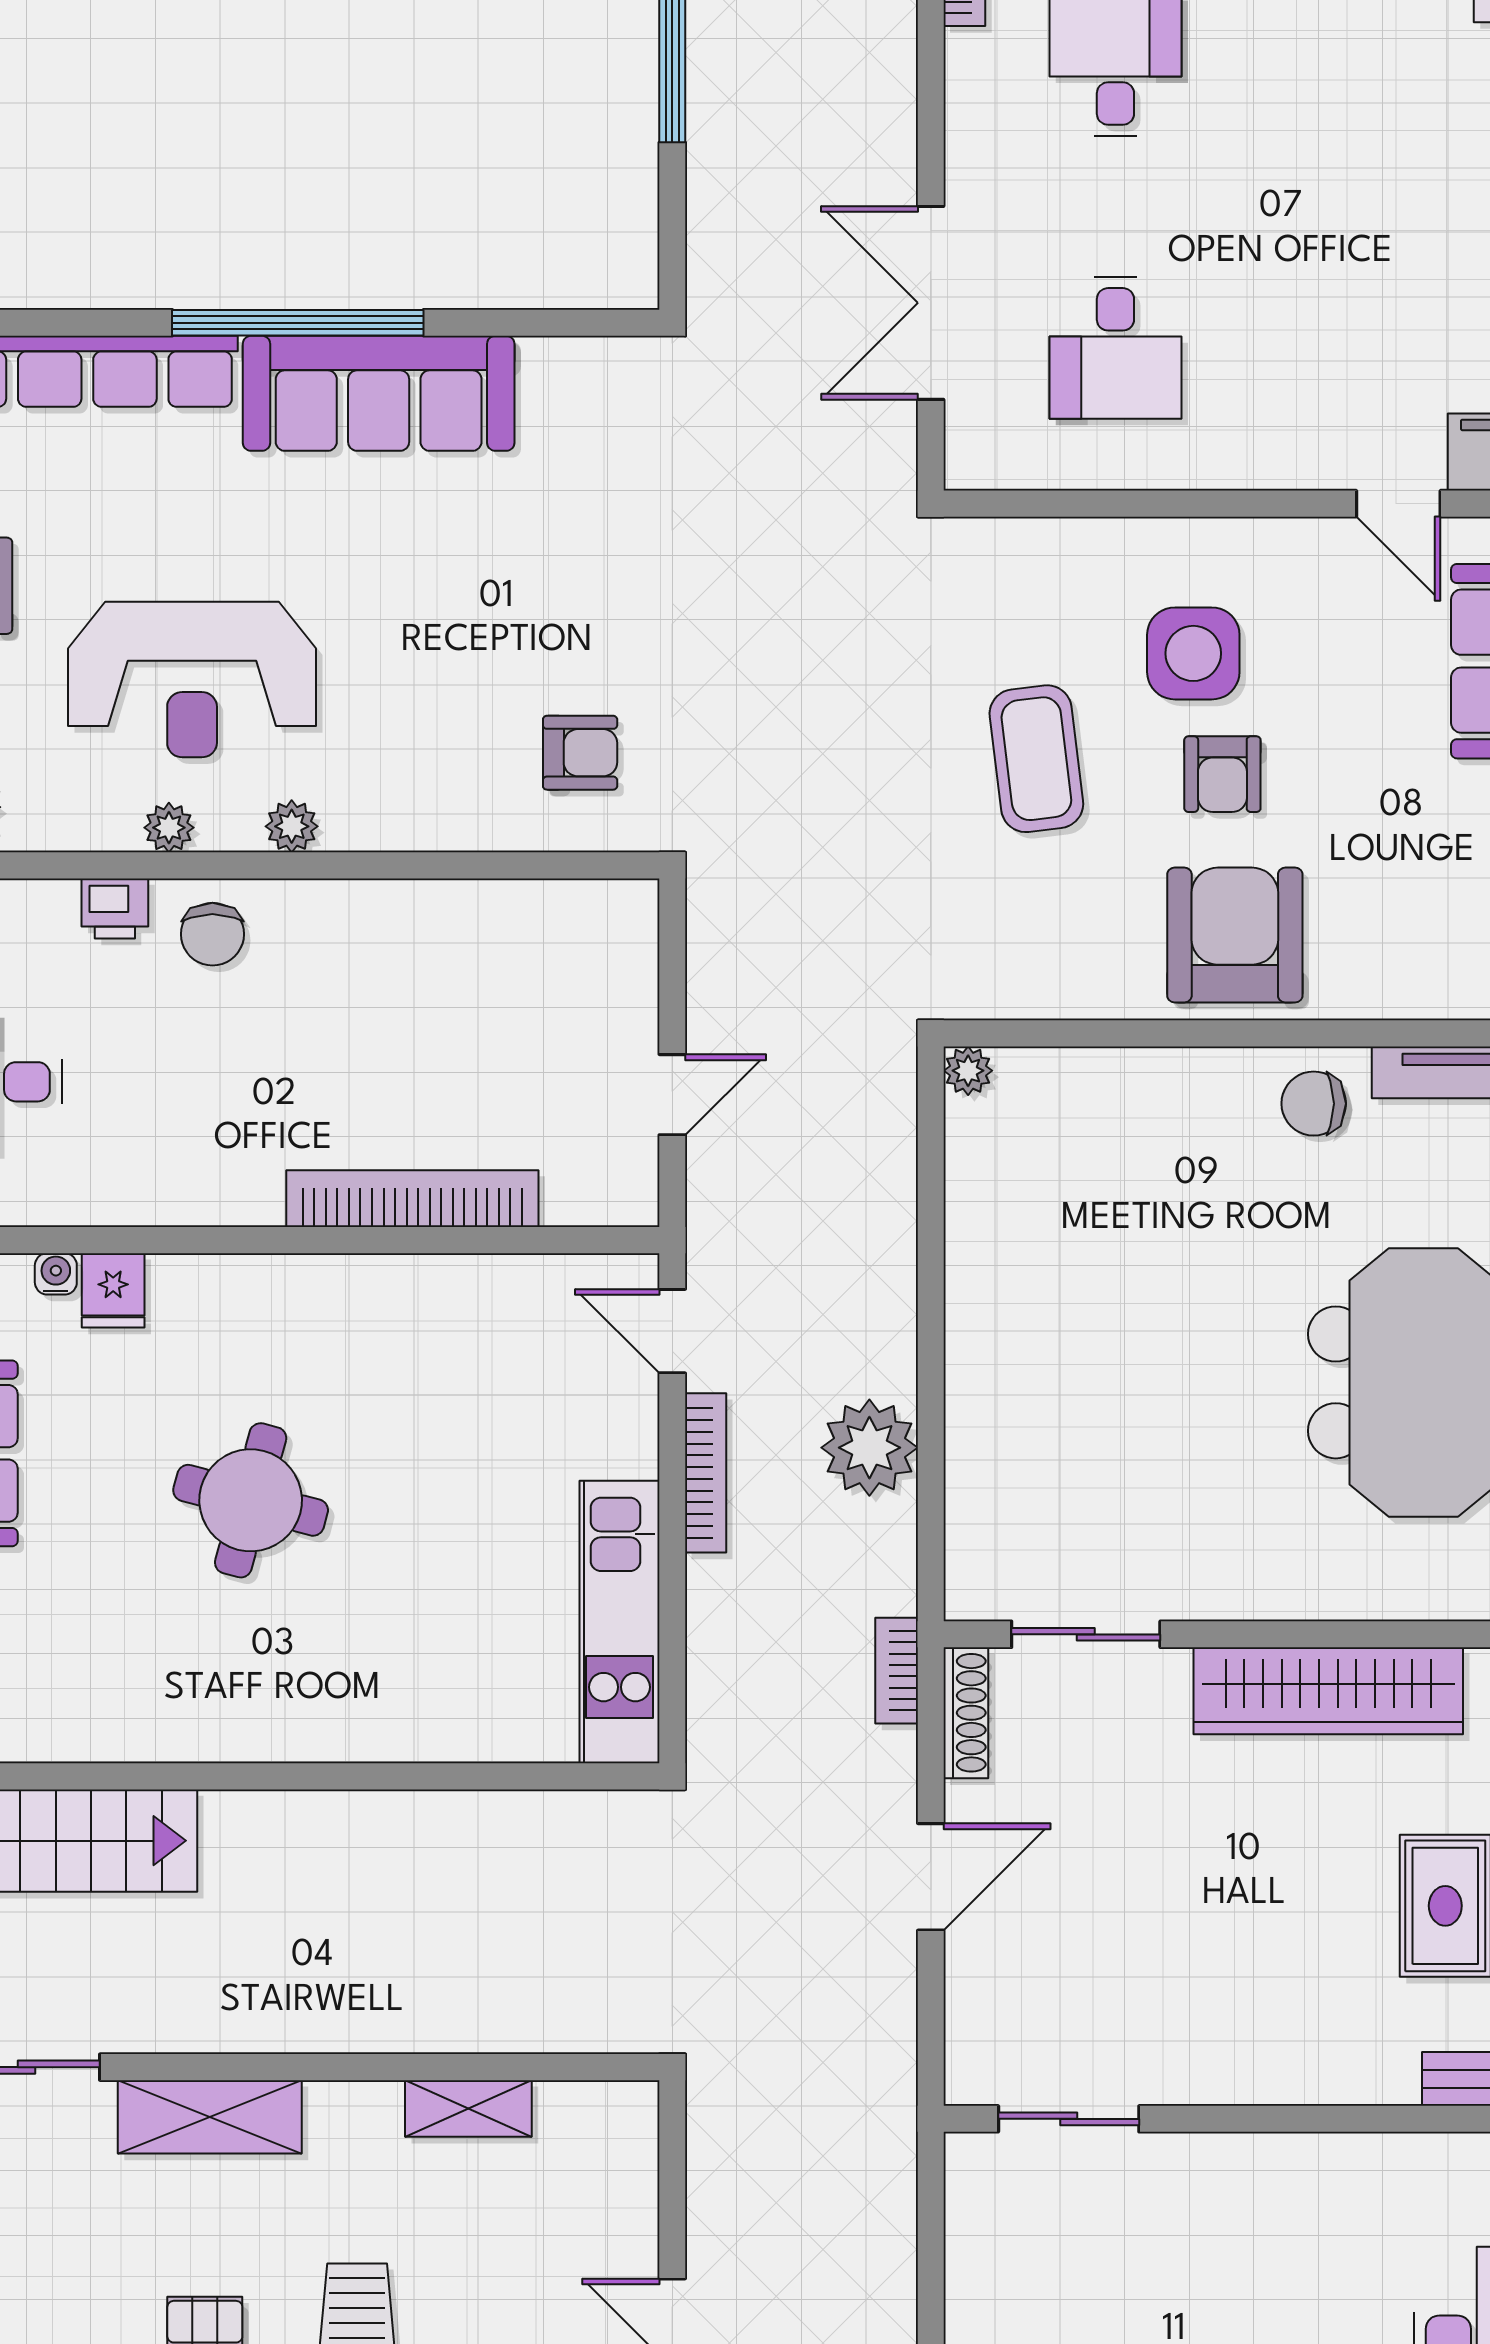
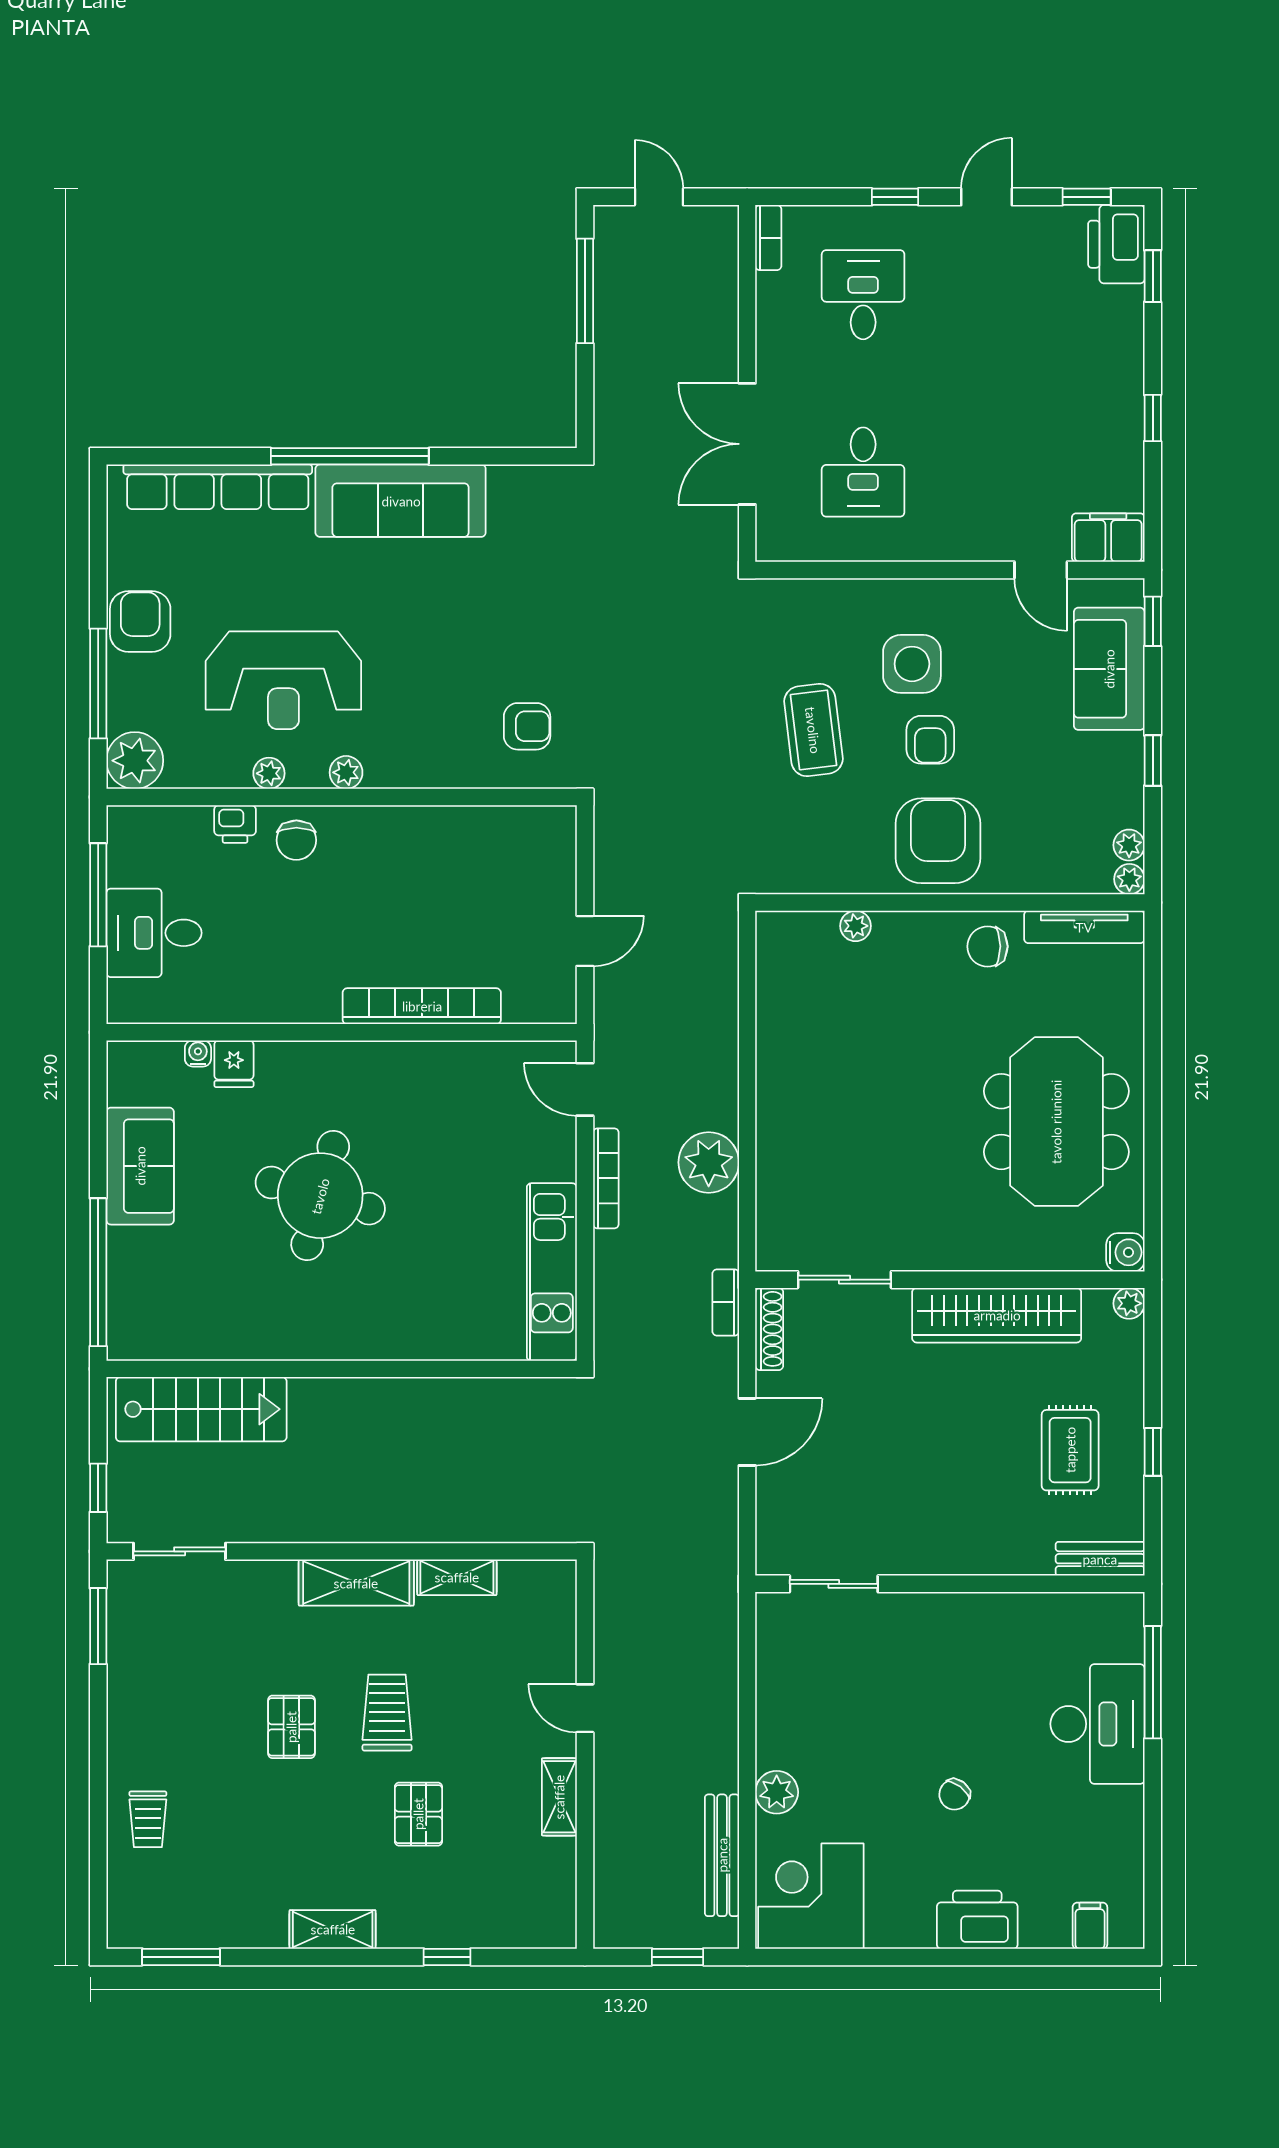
plant: (968, 1071) -> (856, 926), moved
round table: (251, 1500) -> (320, 1196), width x1.36, depth x1.36
shelving: (210, 2117) -> (356, 1583), moved

